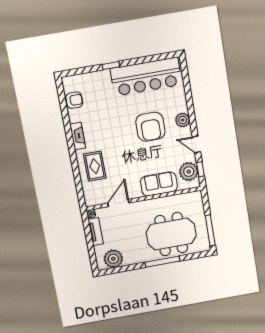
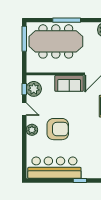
armchair: (150, 127) -> (58, 129), turned 90
sofa: (159, 184) -> (69, 83), moved
meeting table: (171, 234) -> (56, 41), width x1.36

